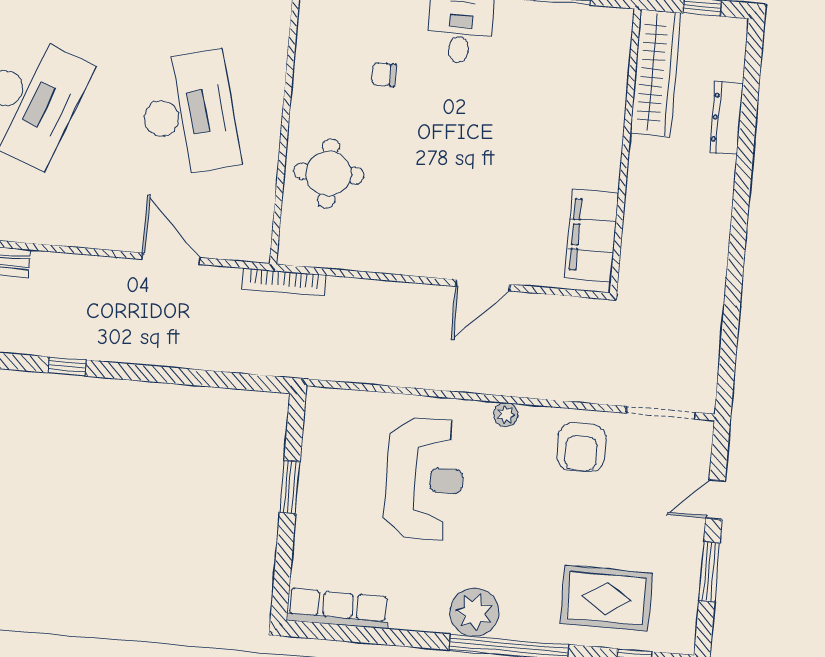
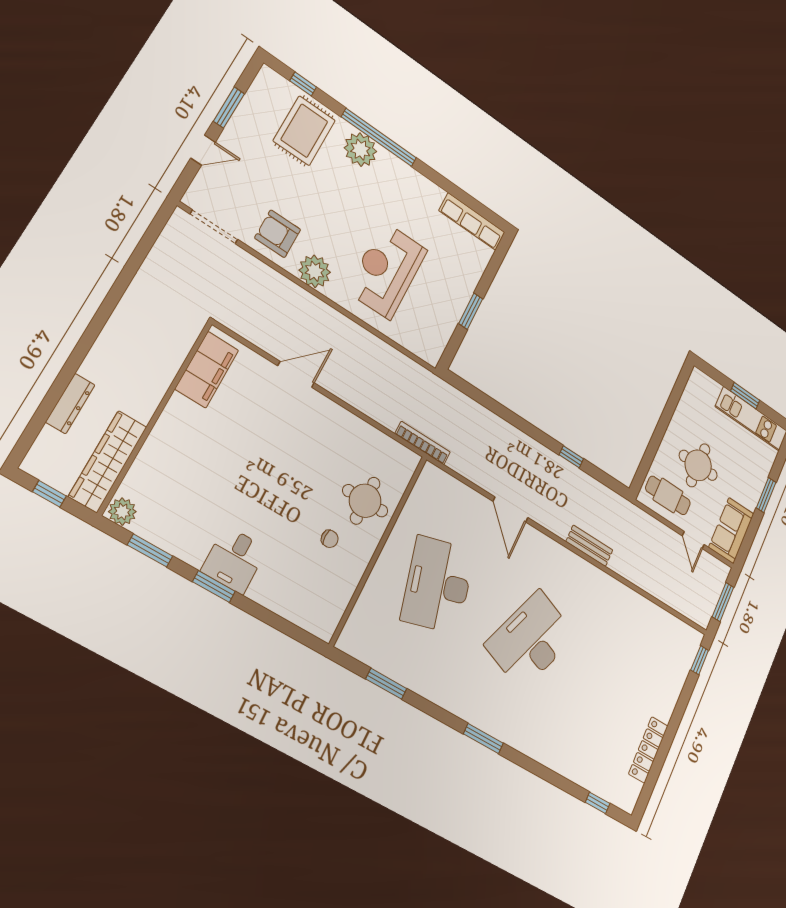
plant: (614, 24) -> (122, 512), added
chair: (384, 75) -> (330, 539), moved
door: (171, 259) -> (510, 509), moved
plant: (506, 415) -> (315, 271), width x1.88, depth x1.88
armchair: (581, 448) -> (278, 234), turned -90
rug: (606, 598) -> (304, 131), turned 90
plant: (474, 612) -> (360, 150), moved

